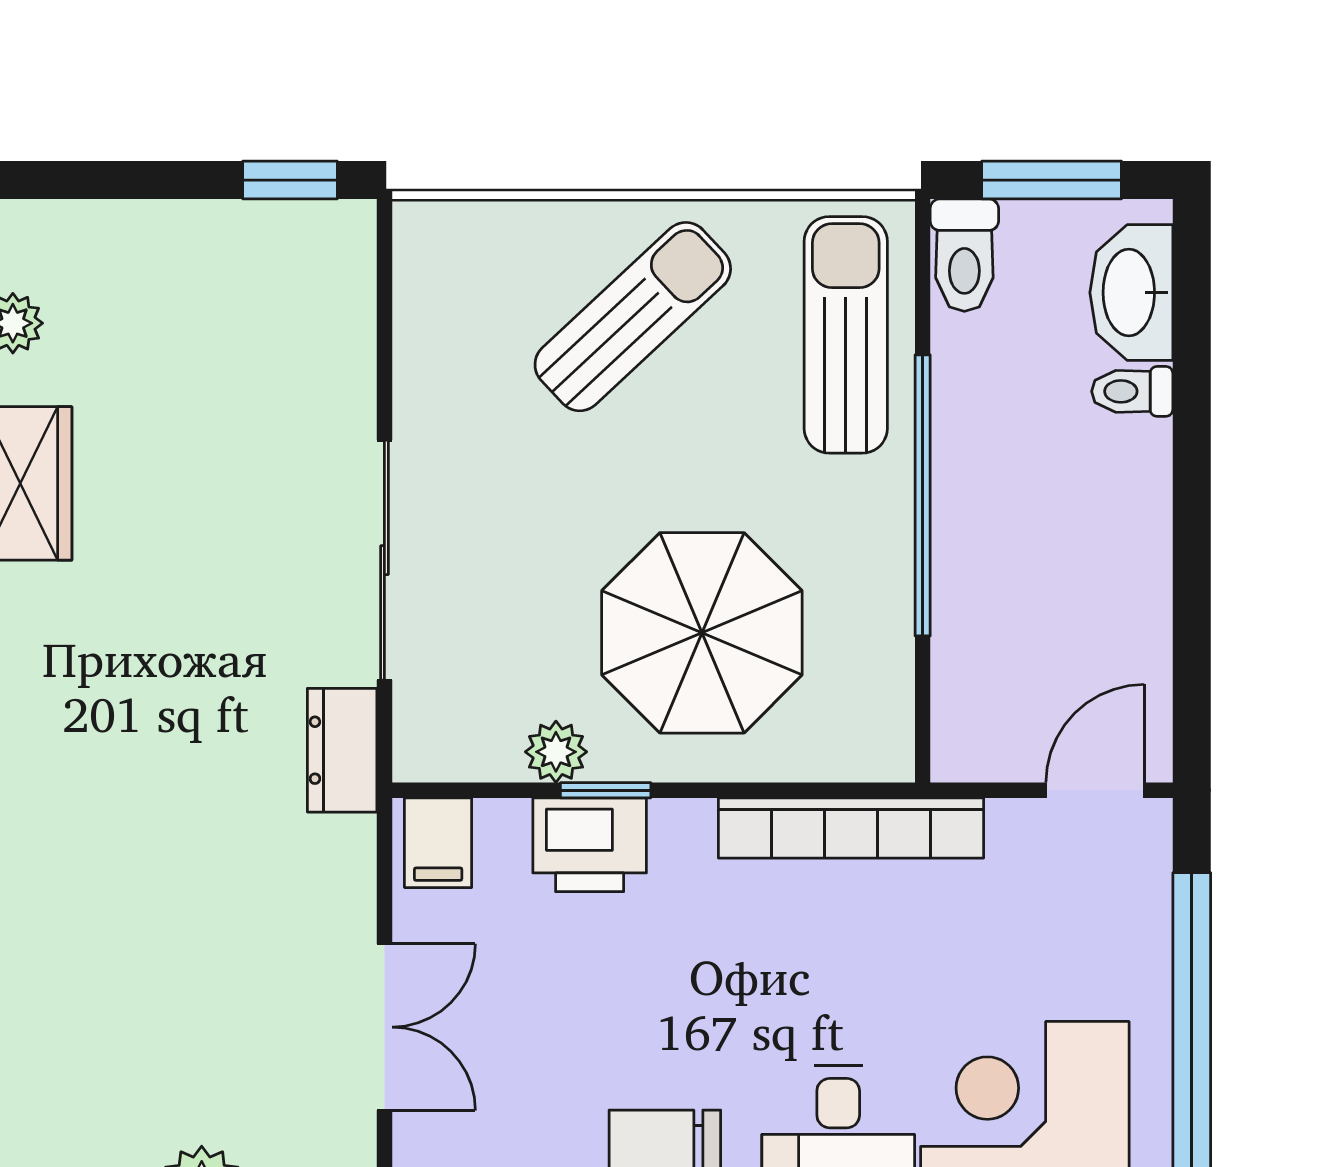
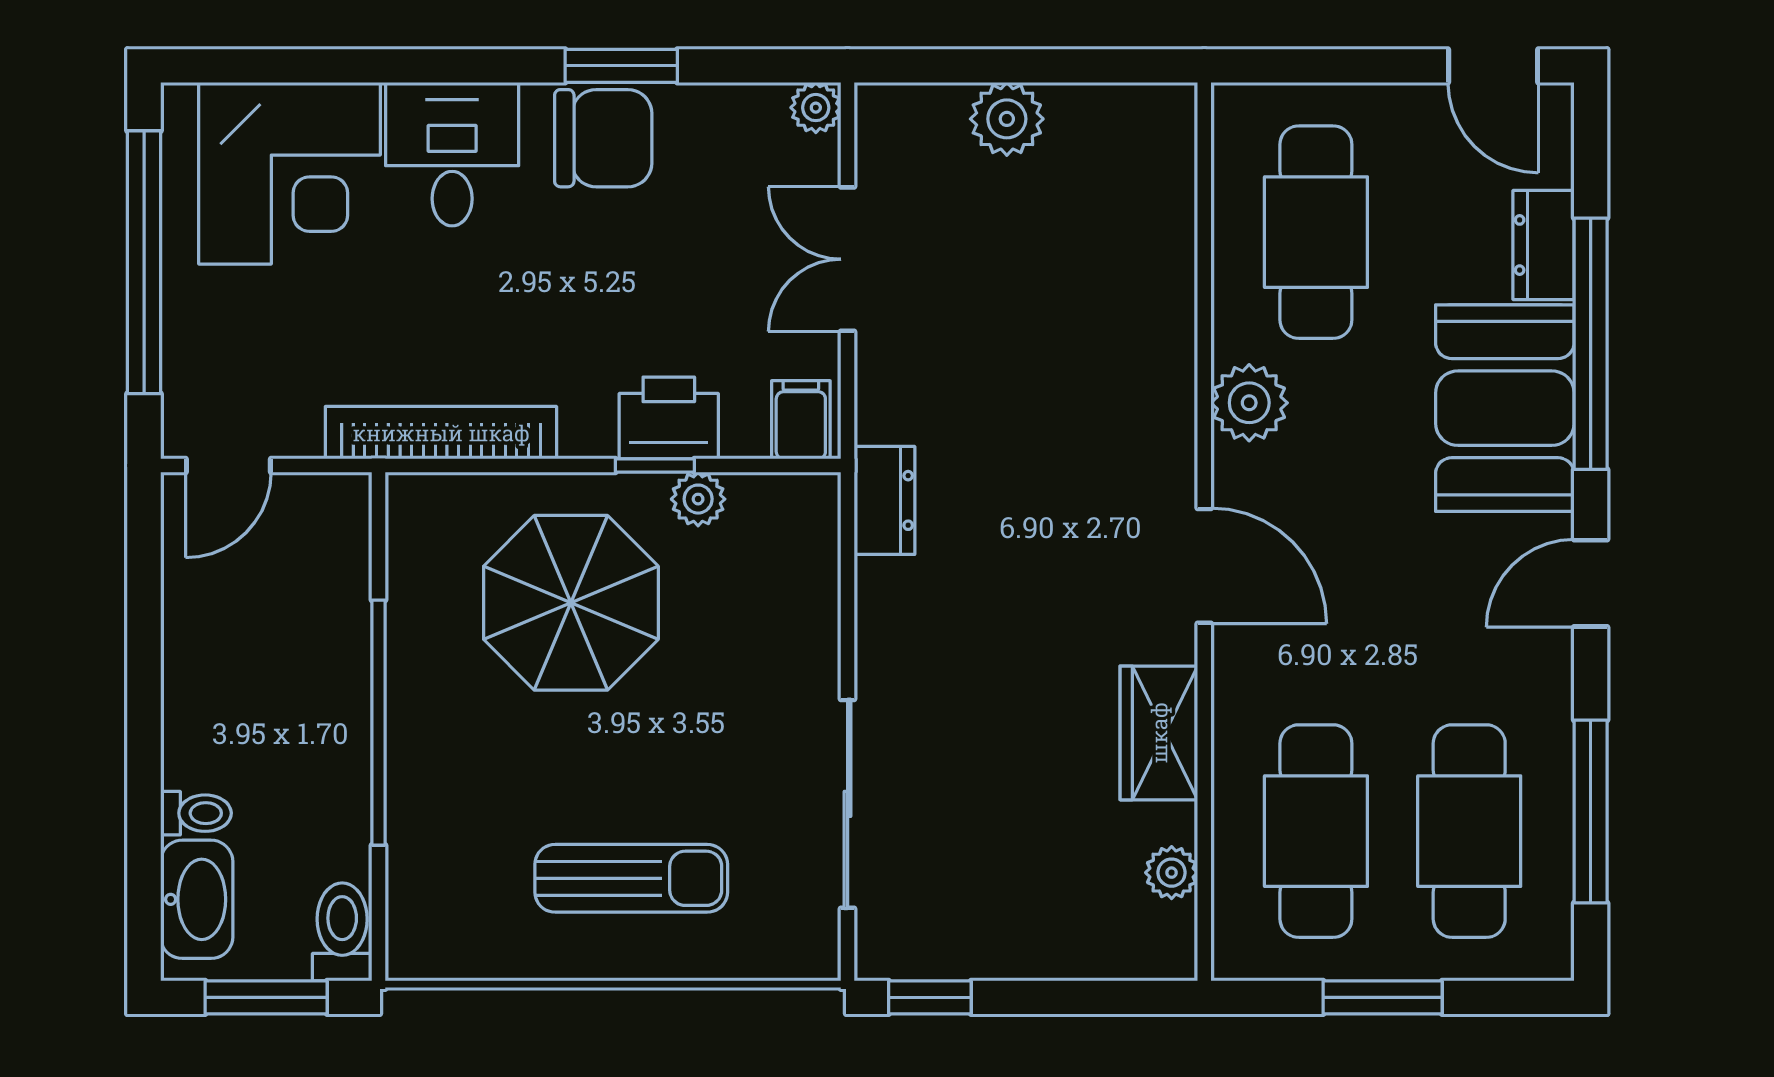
sun lounger: (633, 317) -> (631, 878), turned -137
sun lounger: (846, 335) -> (446, 862), removed
sliding door: (384, 560) -> (848, 804), moved

